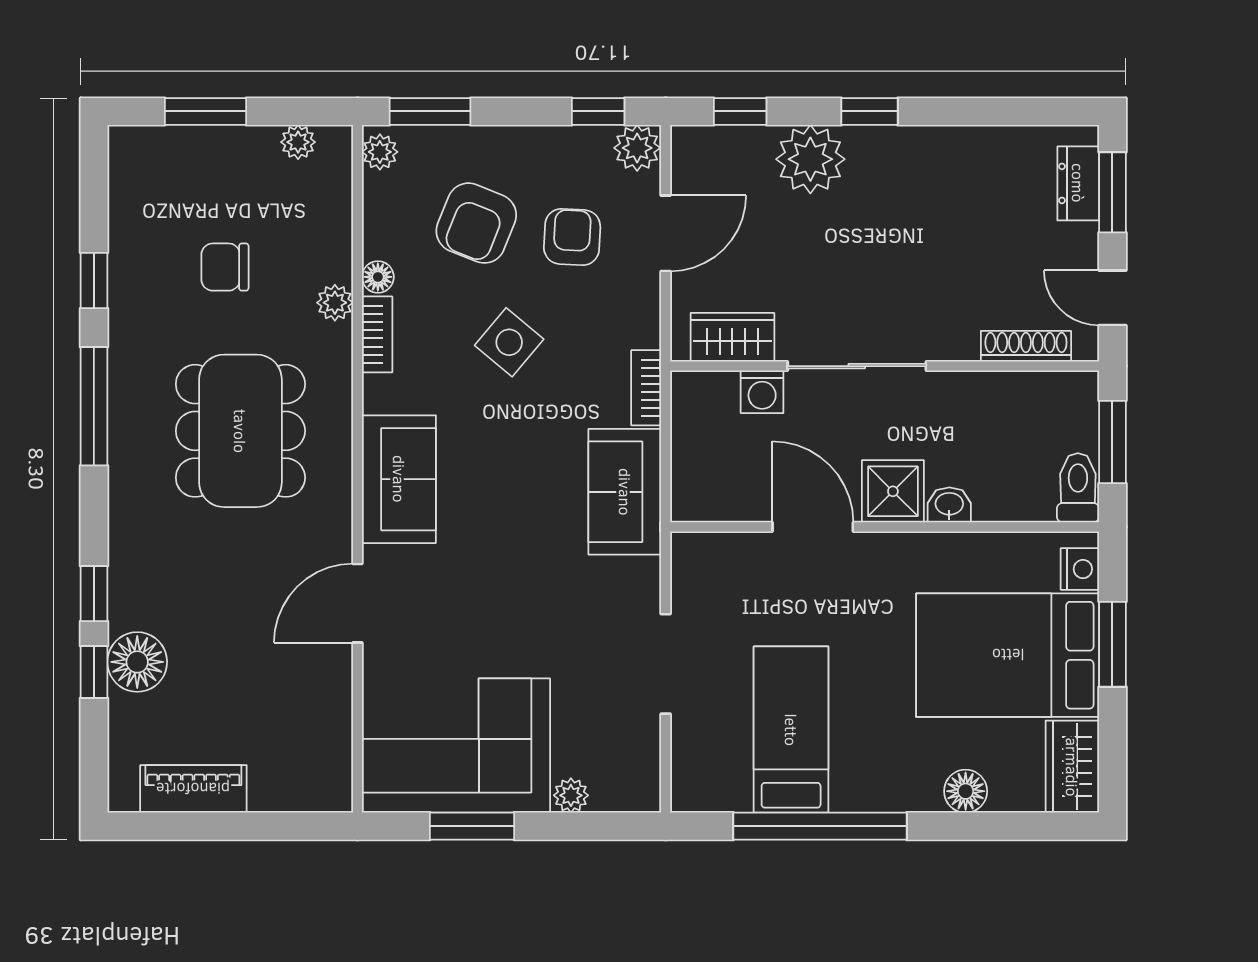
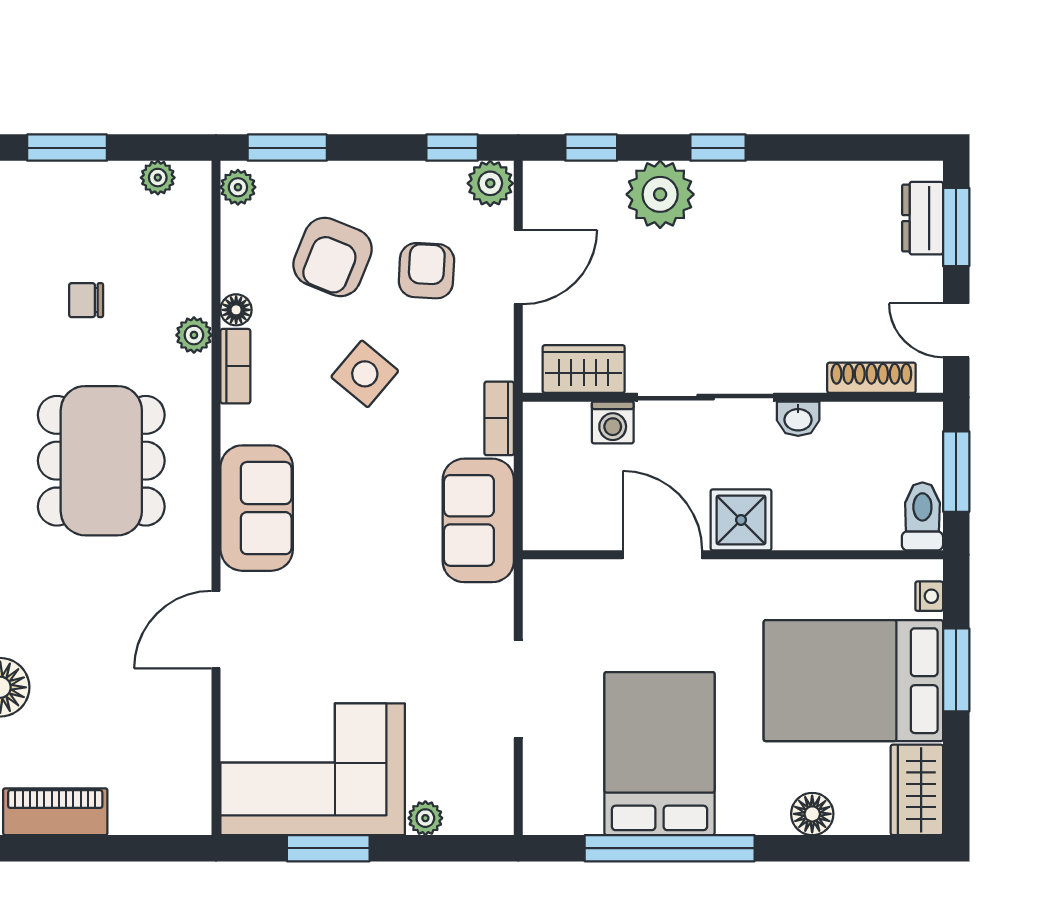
chair: (225, 267) -> (86, 300), width x0.73, depth x0.73
washbasin: (949, 505) -> (798, 419), moved, turned 180
nightstand: (1080, 569) -> (929, 596), width x0.72, depth x0.74
bed: (791, 730) -> (659, 754), width x1.50

